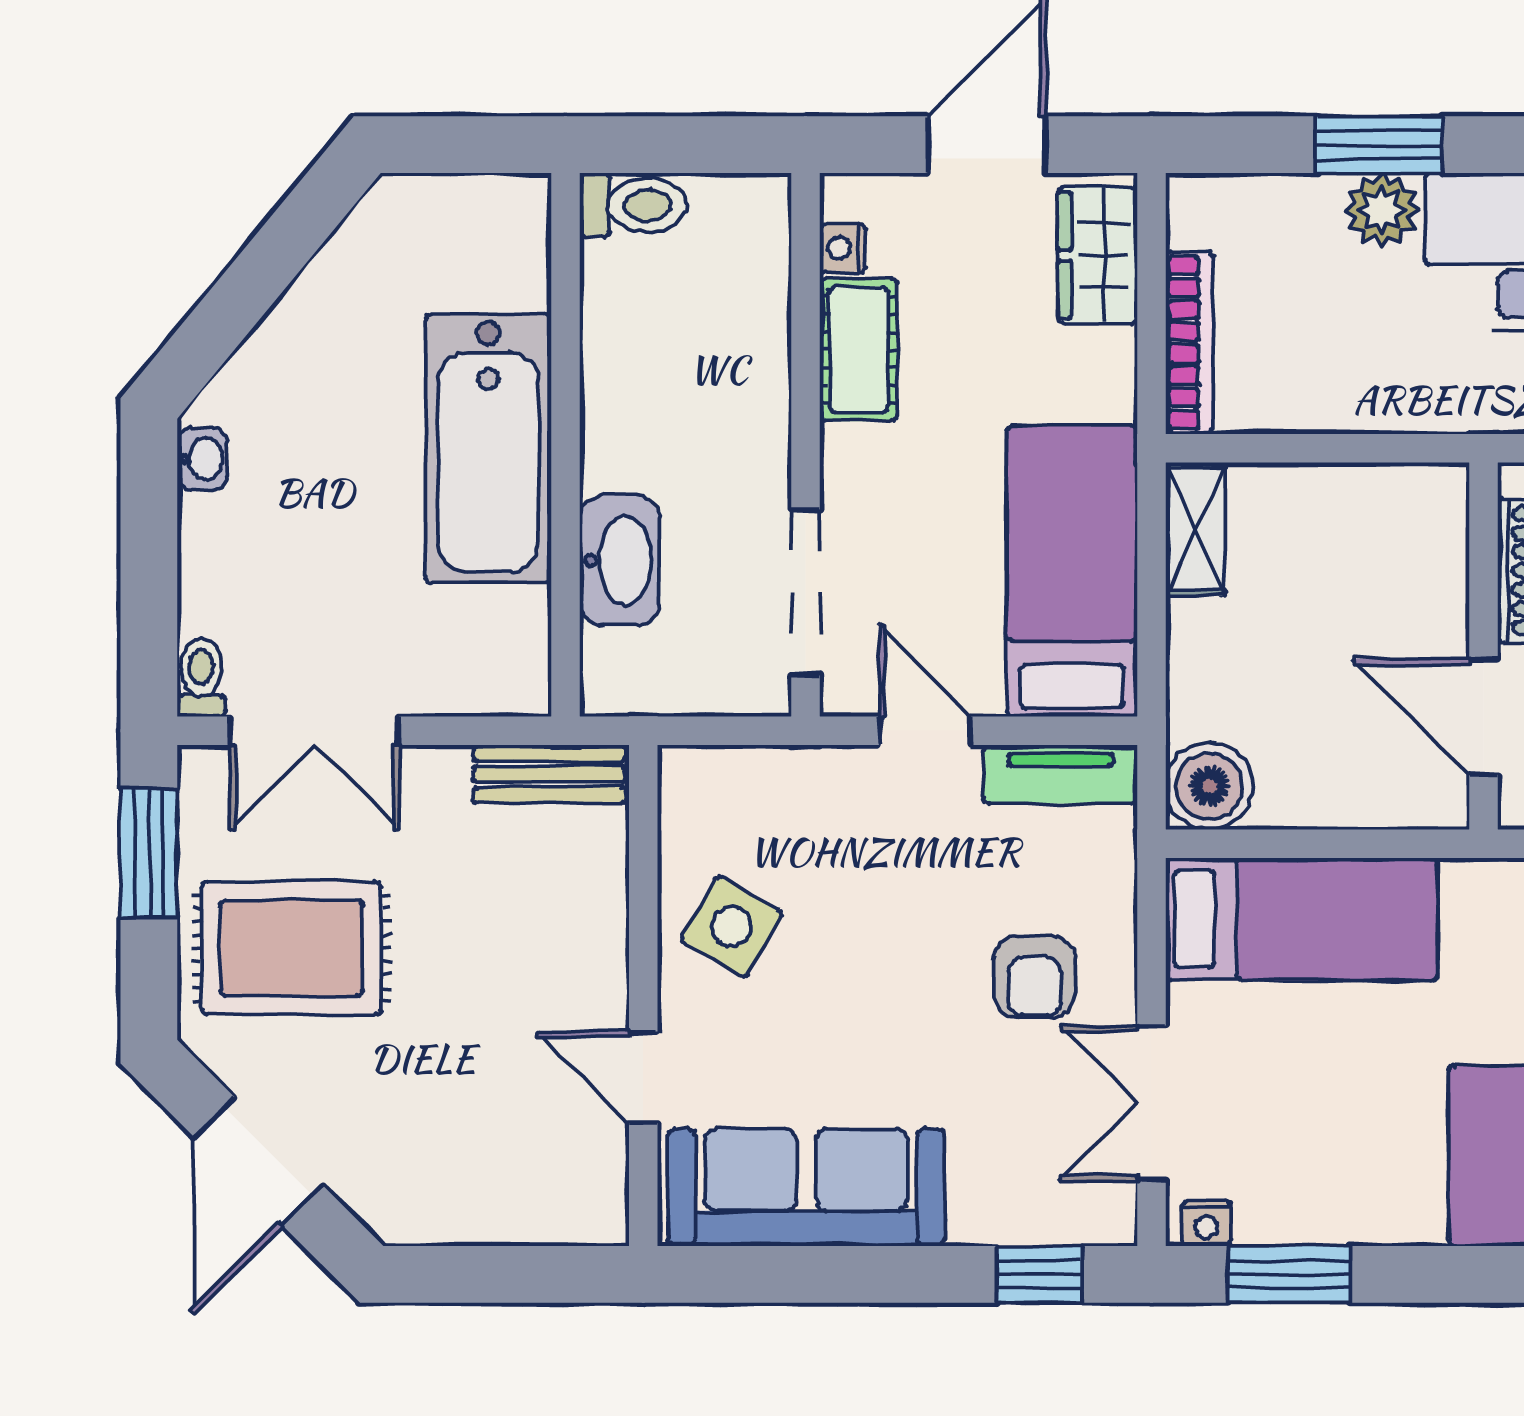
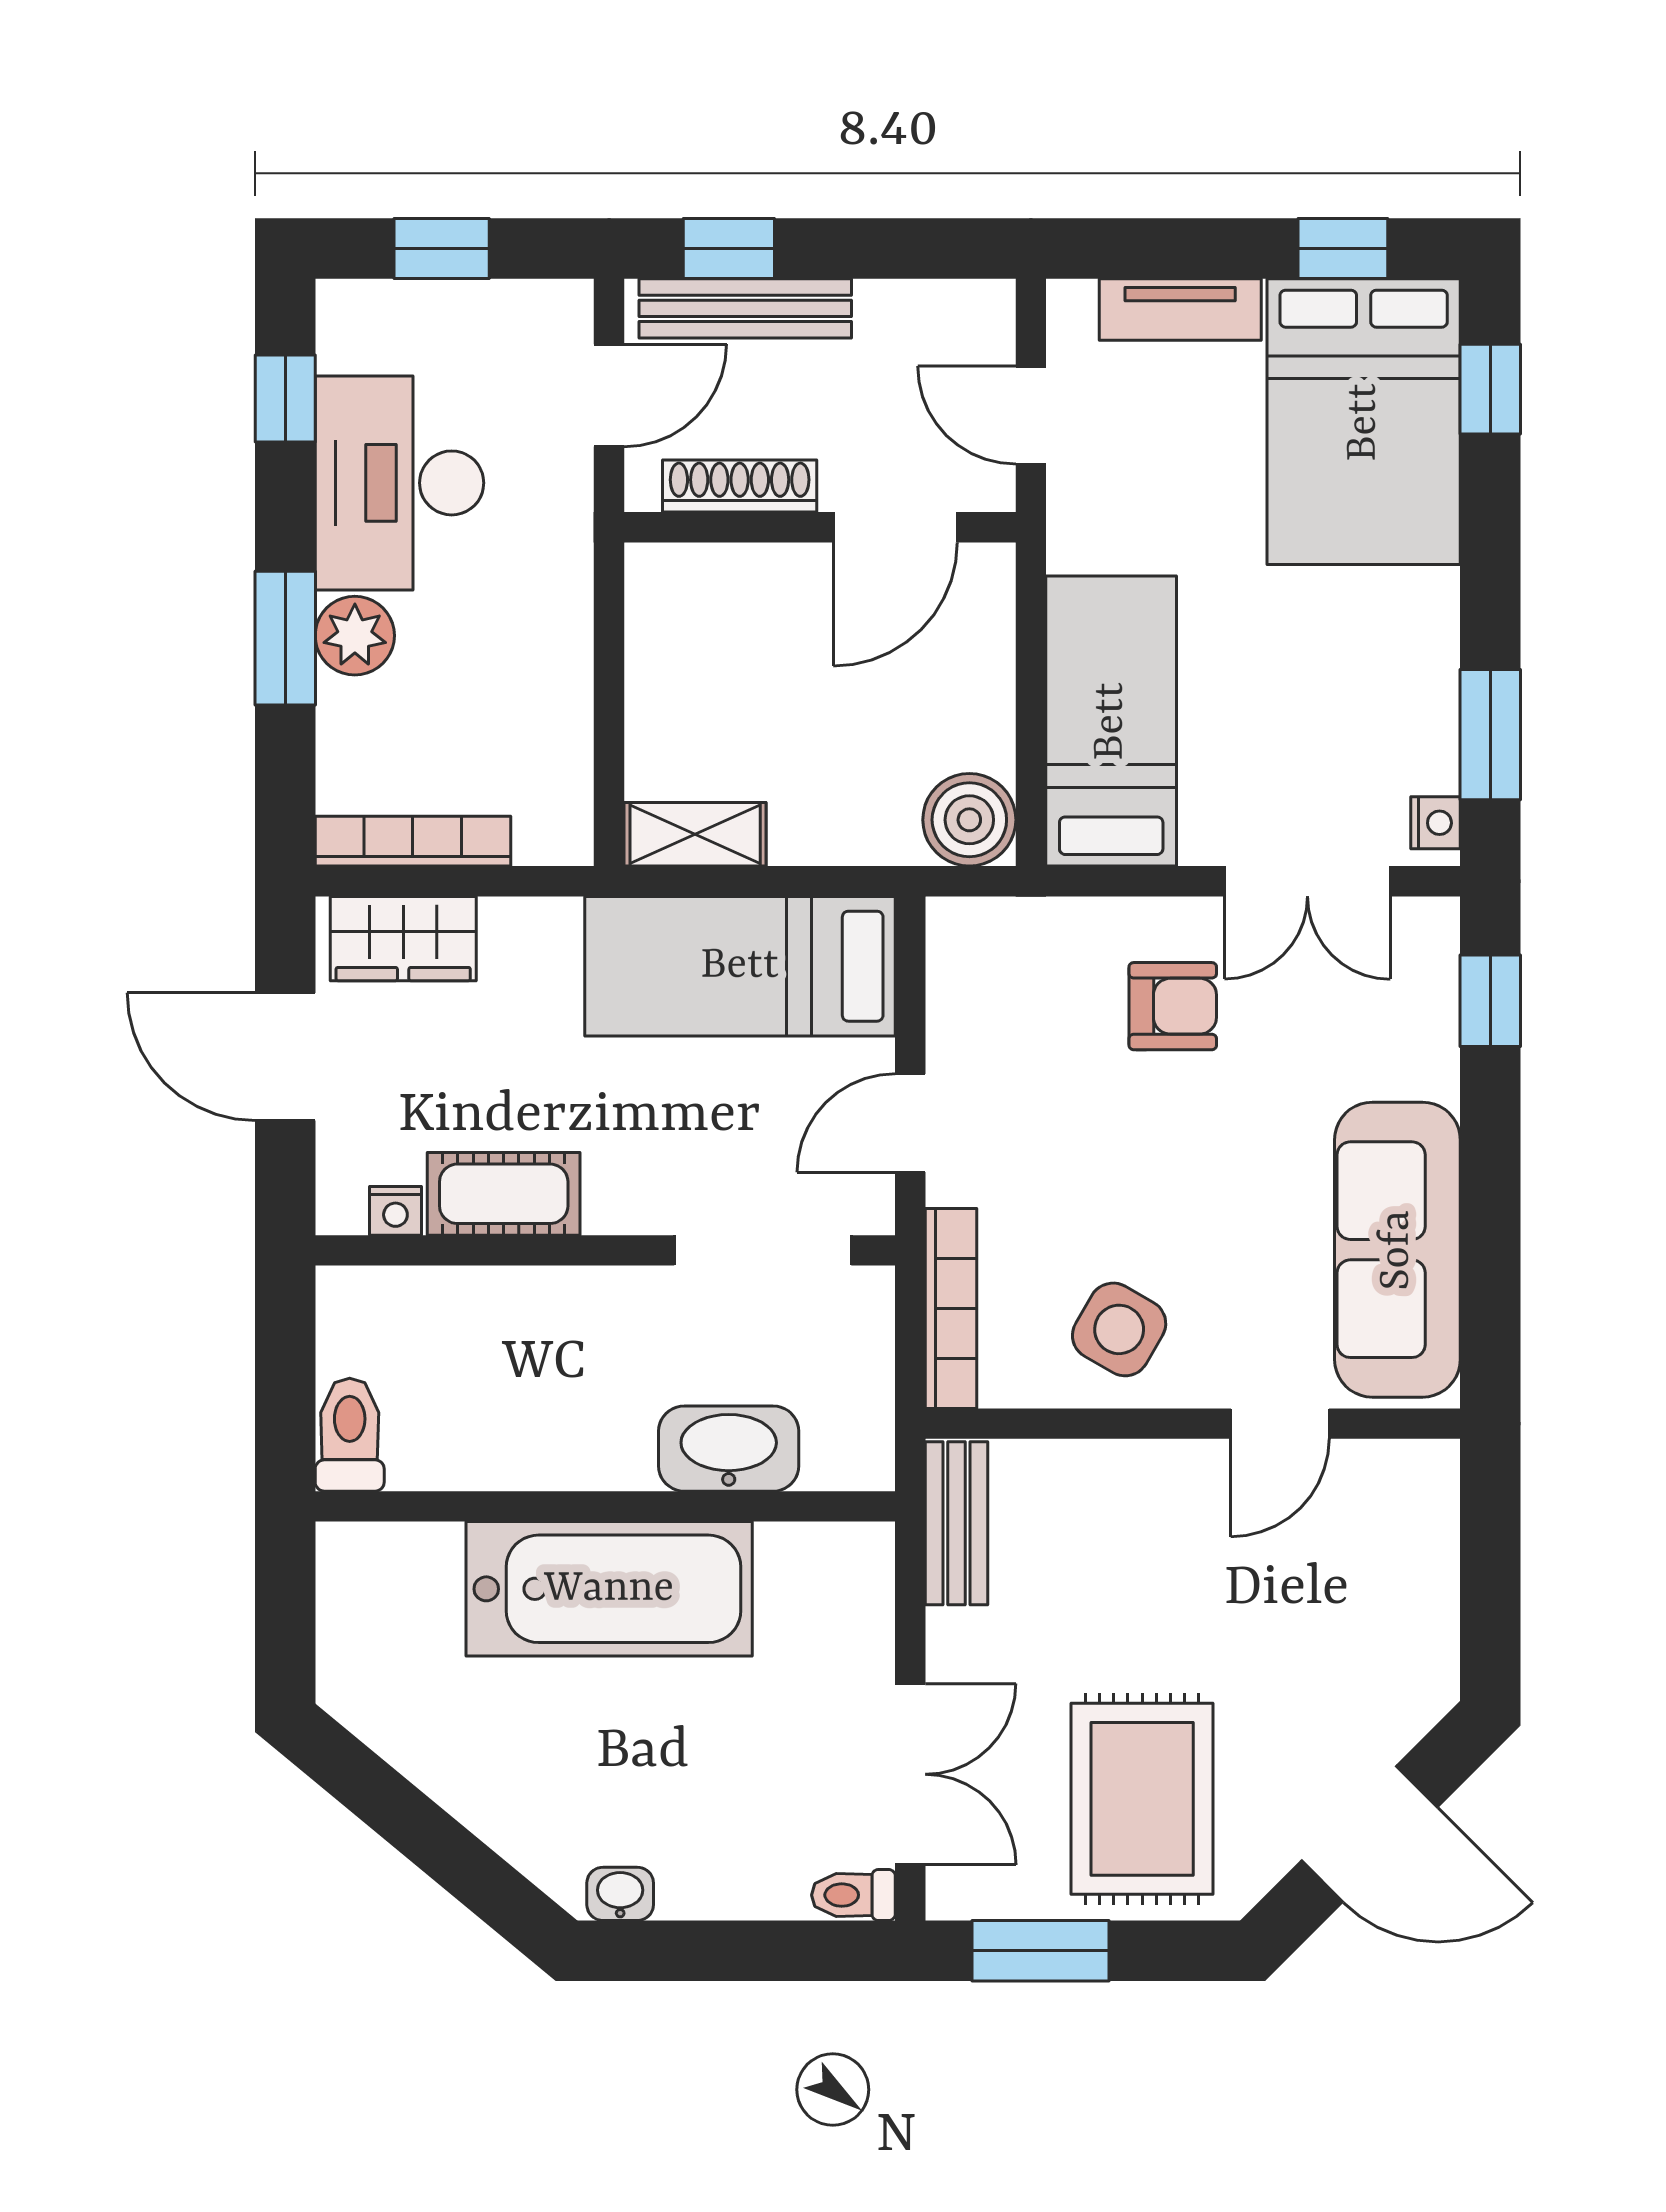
bookcase: (1189, 343) -> (413, 841), moved
bookcase: (751, 769) -> (951, 1308), added
tv unit: (1061, 774) -> (957, 978), removed

